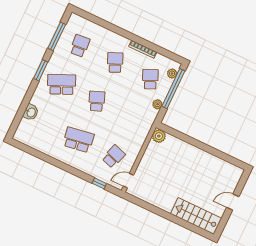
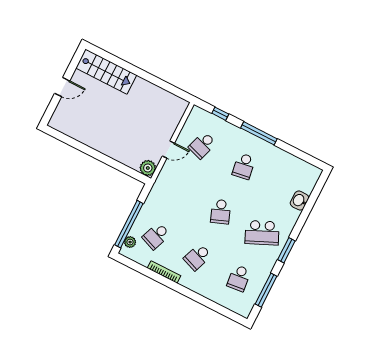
school desk: (115, 63) -> (198, 257), turned 45
school desk: (150, 79) -> (156, 236), turned 45
plant: (157, 104) -> (148, 206), removed
school desk: (78, 140) -> (244, 166), width x0.54
window: (66, 168) -> (259, 133), added
door: (128, 181) -> (168, 150), moved

